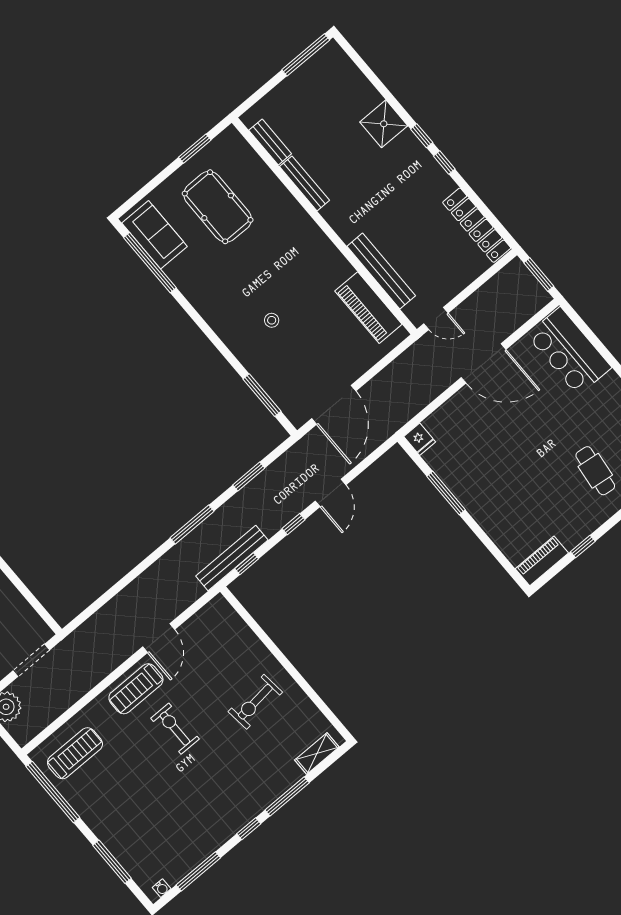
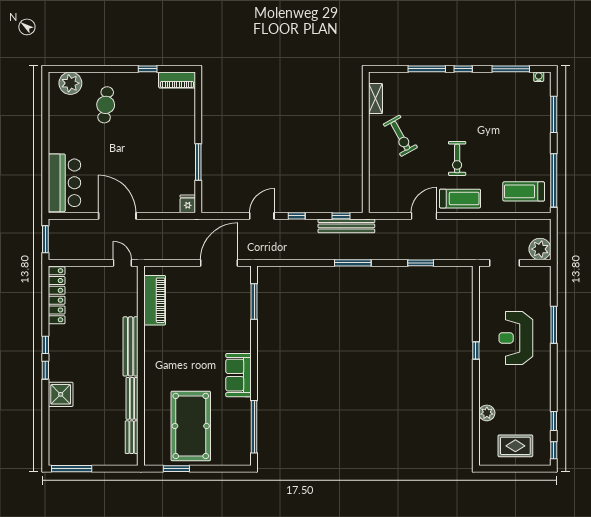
pool table: (218, 207) -> (191, 426), width x1.36, depth x1.32
sofa: (155, 235) -> (239, 375), moved
bench: (381, 271) -> (131, 346), moved
stool: (272, 320) -> (214, 338), removed
window: (249, 477) -> (421, 263), moved
exercise bike: (255, 702) -> (400, 136), turned 67
shelving: (317, 753) -> (375, 99), moved, turned 90

